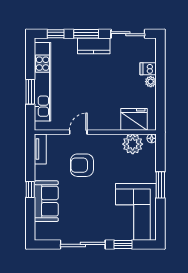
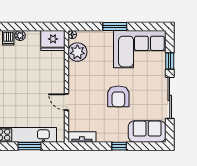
fridge: (134, 119) -> (53, 41), moved, turned -90
armchair: (82, 165) -> (118, 96), moved
sofa: (46, 201) -> (147, 131), moved

